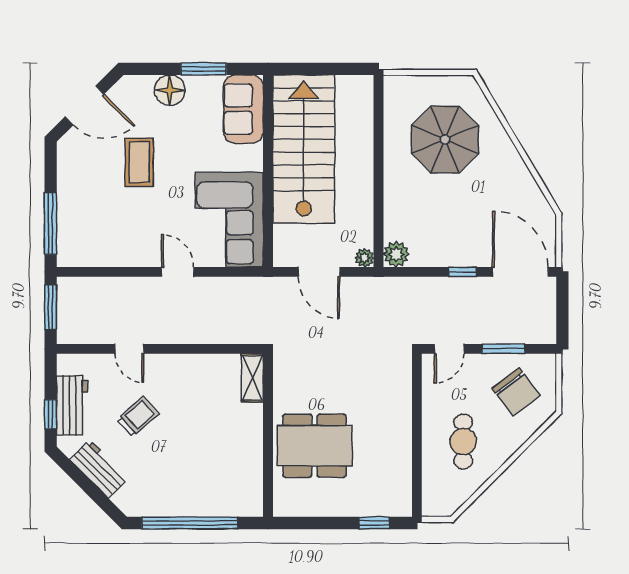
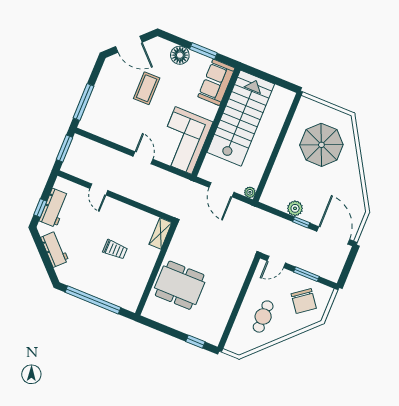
plant: (396, 254) -> (295, 208), moved
trolley: (138, 416) -> (115, 250), moved, turned 42

